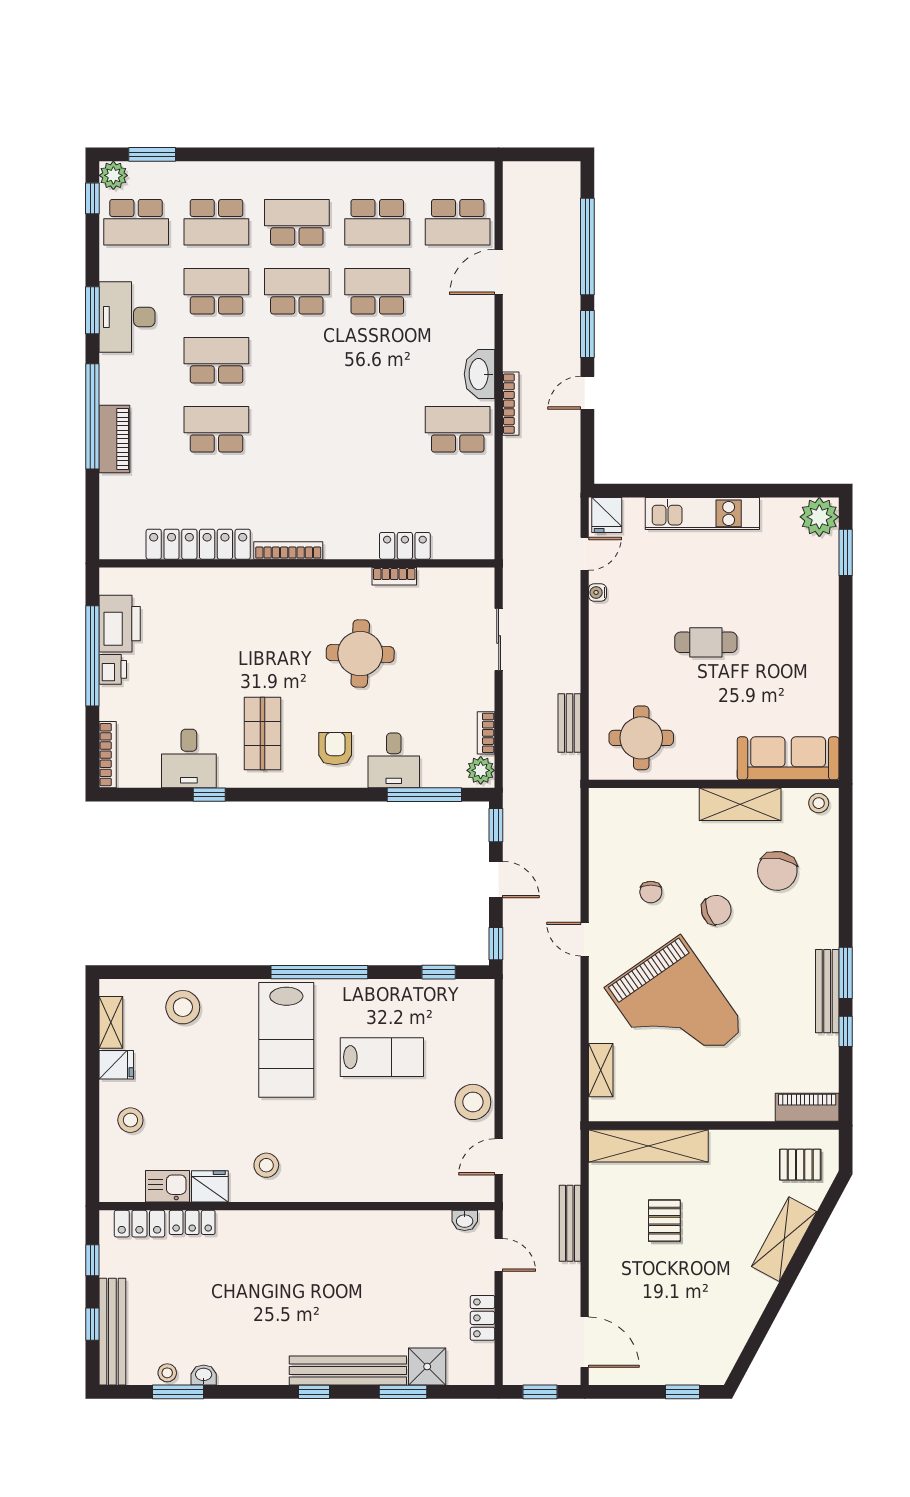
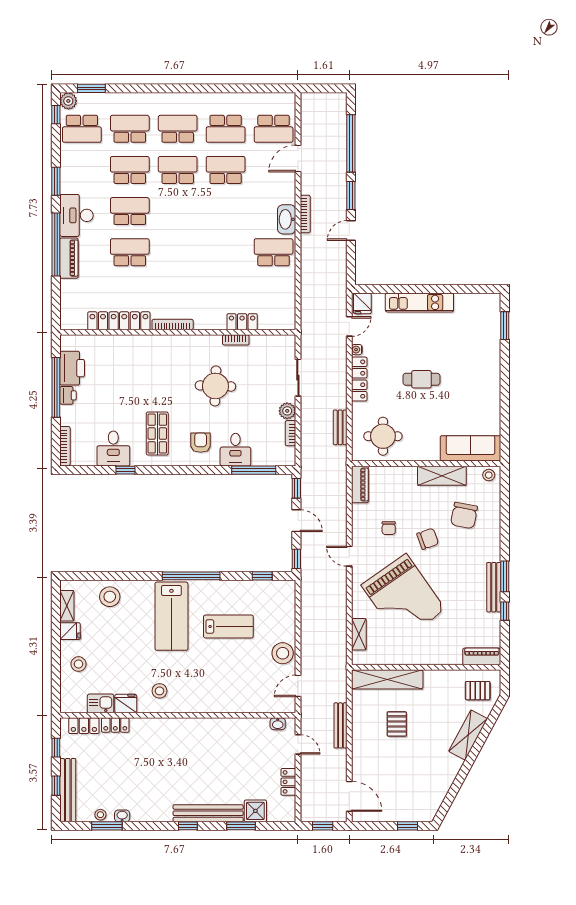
school desk: (216, 222) -> (130, 129), turned 180
desk: (127, 317) -> (76, 215), moved
bookcase: (511, 404) -> (305, 214), moved
plant: (819, 517) -> (489, 305), removed
locker: (601, 642) -> (359, 379), added
plant: (481, 770) -> (287, 411), moved
piano: (603, 819) -> (360, 485), added

